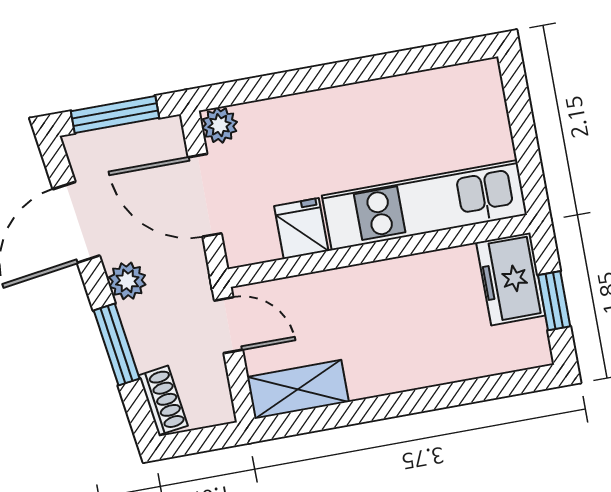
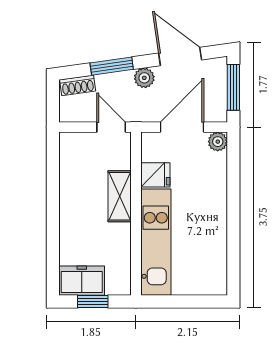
freezer: (511, 279) -> (82, 281), moved
door: (228, 325) -> (111, 127), swing flipped
shelving: (298, 389) -> (120, 196), moved

